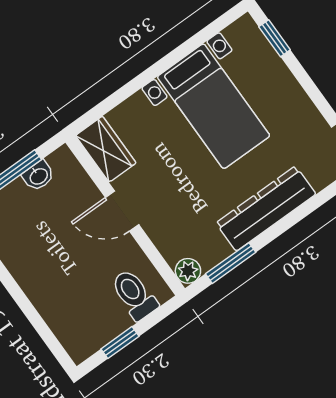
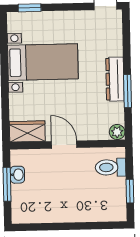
dresser: (266, 209) -> (115, 79), width x0.73, depth x0.80
door: (122, 211) -> (64, 145), swing flipped
window: (231, 263) -> (128, 91), moved

